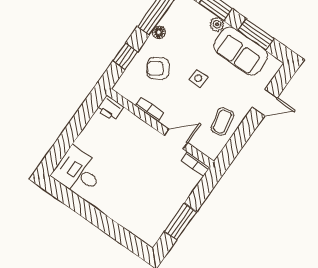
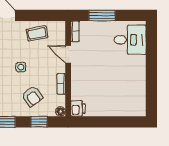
floor lamp: (159, 32) -> (61, 112), moved
desk: (78, 172) -> (130, 40), moved, turned -90
window: (180, 222) -> (102, 15), moved

